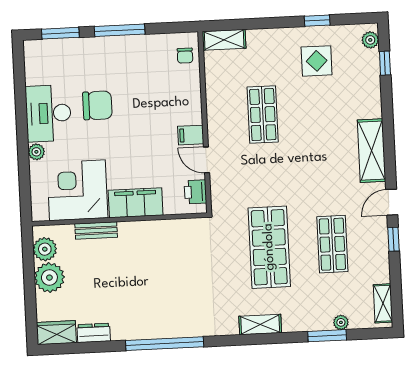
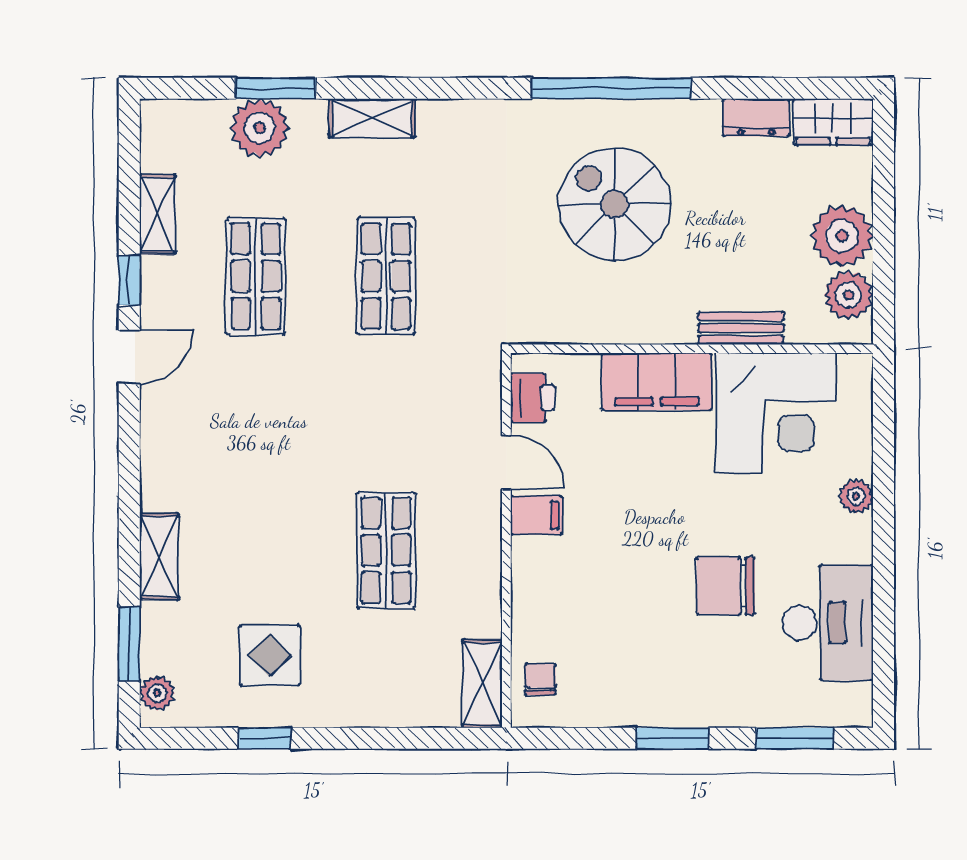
window: (120, 30) -> (672, 738), width x0.69
shelving: (224, 40) -> (482, 684), moved, turned 90
window: (385, 63) -> (129, 644), width x1.50
desk: (48, 113) -> (828, 623), moved
shelving: (372, 151) -> (159, 556), moved, width x0.67, depth x0.75
shop shelf: (269, 247) -> (386, 276), width x0.70, depth x0.74
spiral stairs: (160, 287) -> (614, 204), added
shelving: (383, 303) -> (158, 214), moved
plant: (341, 322) -> (260, 128), width x1.88, depth x1.88
shelving: (260, 325) -> (372, 118), moved

